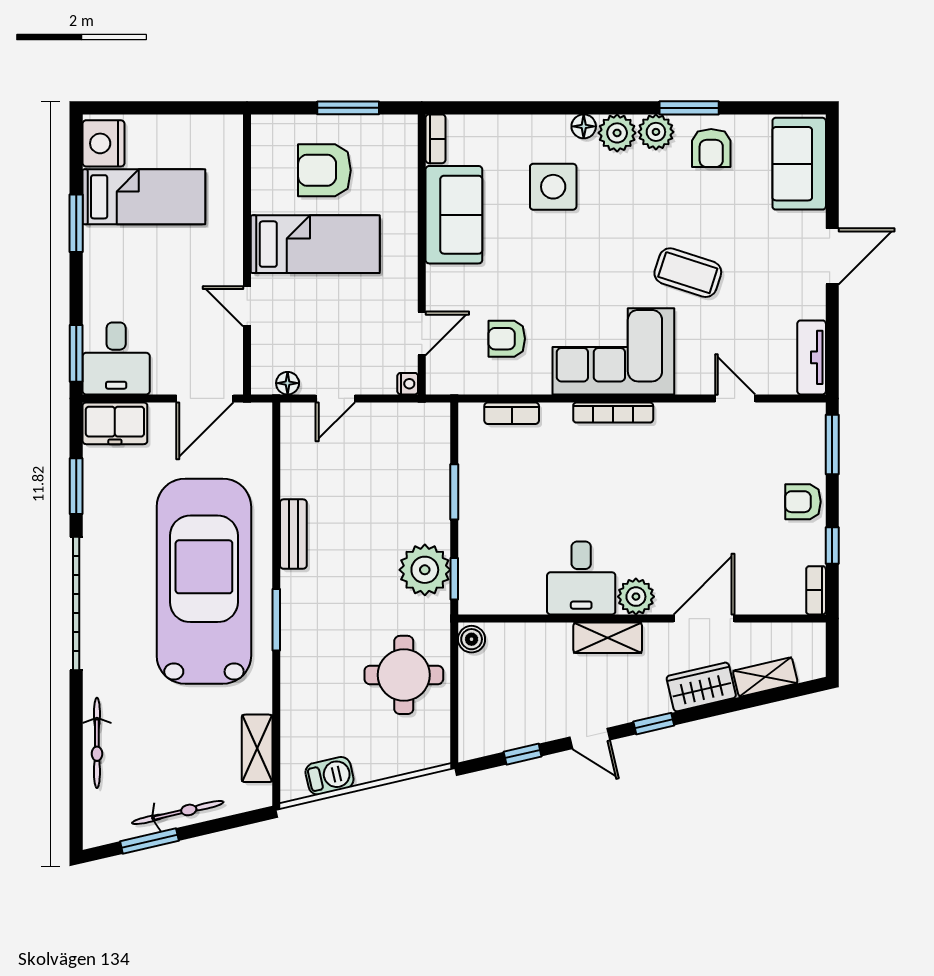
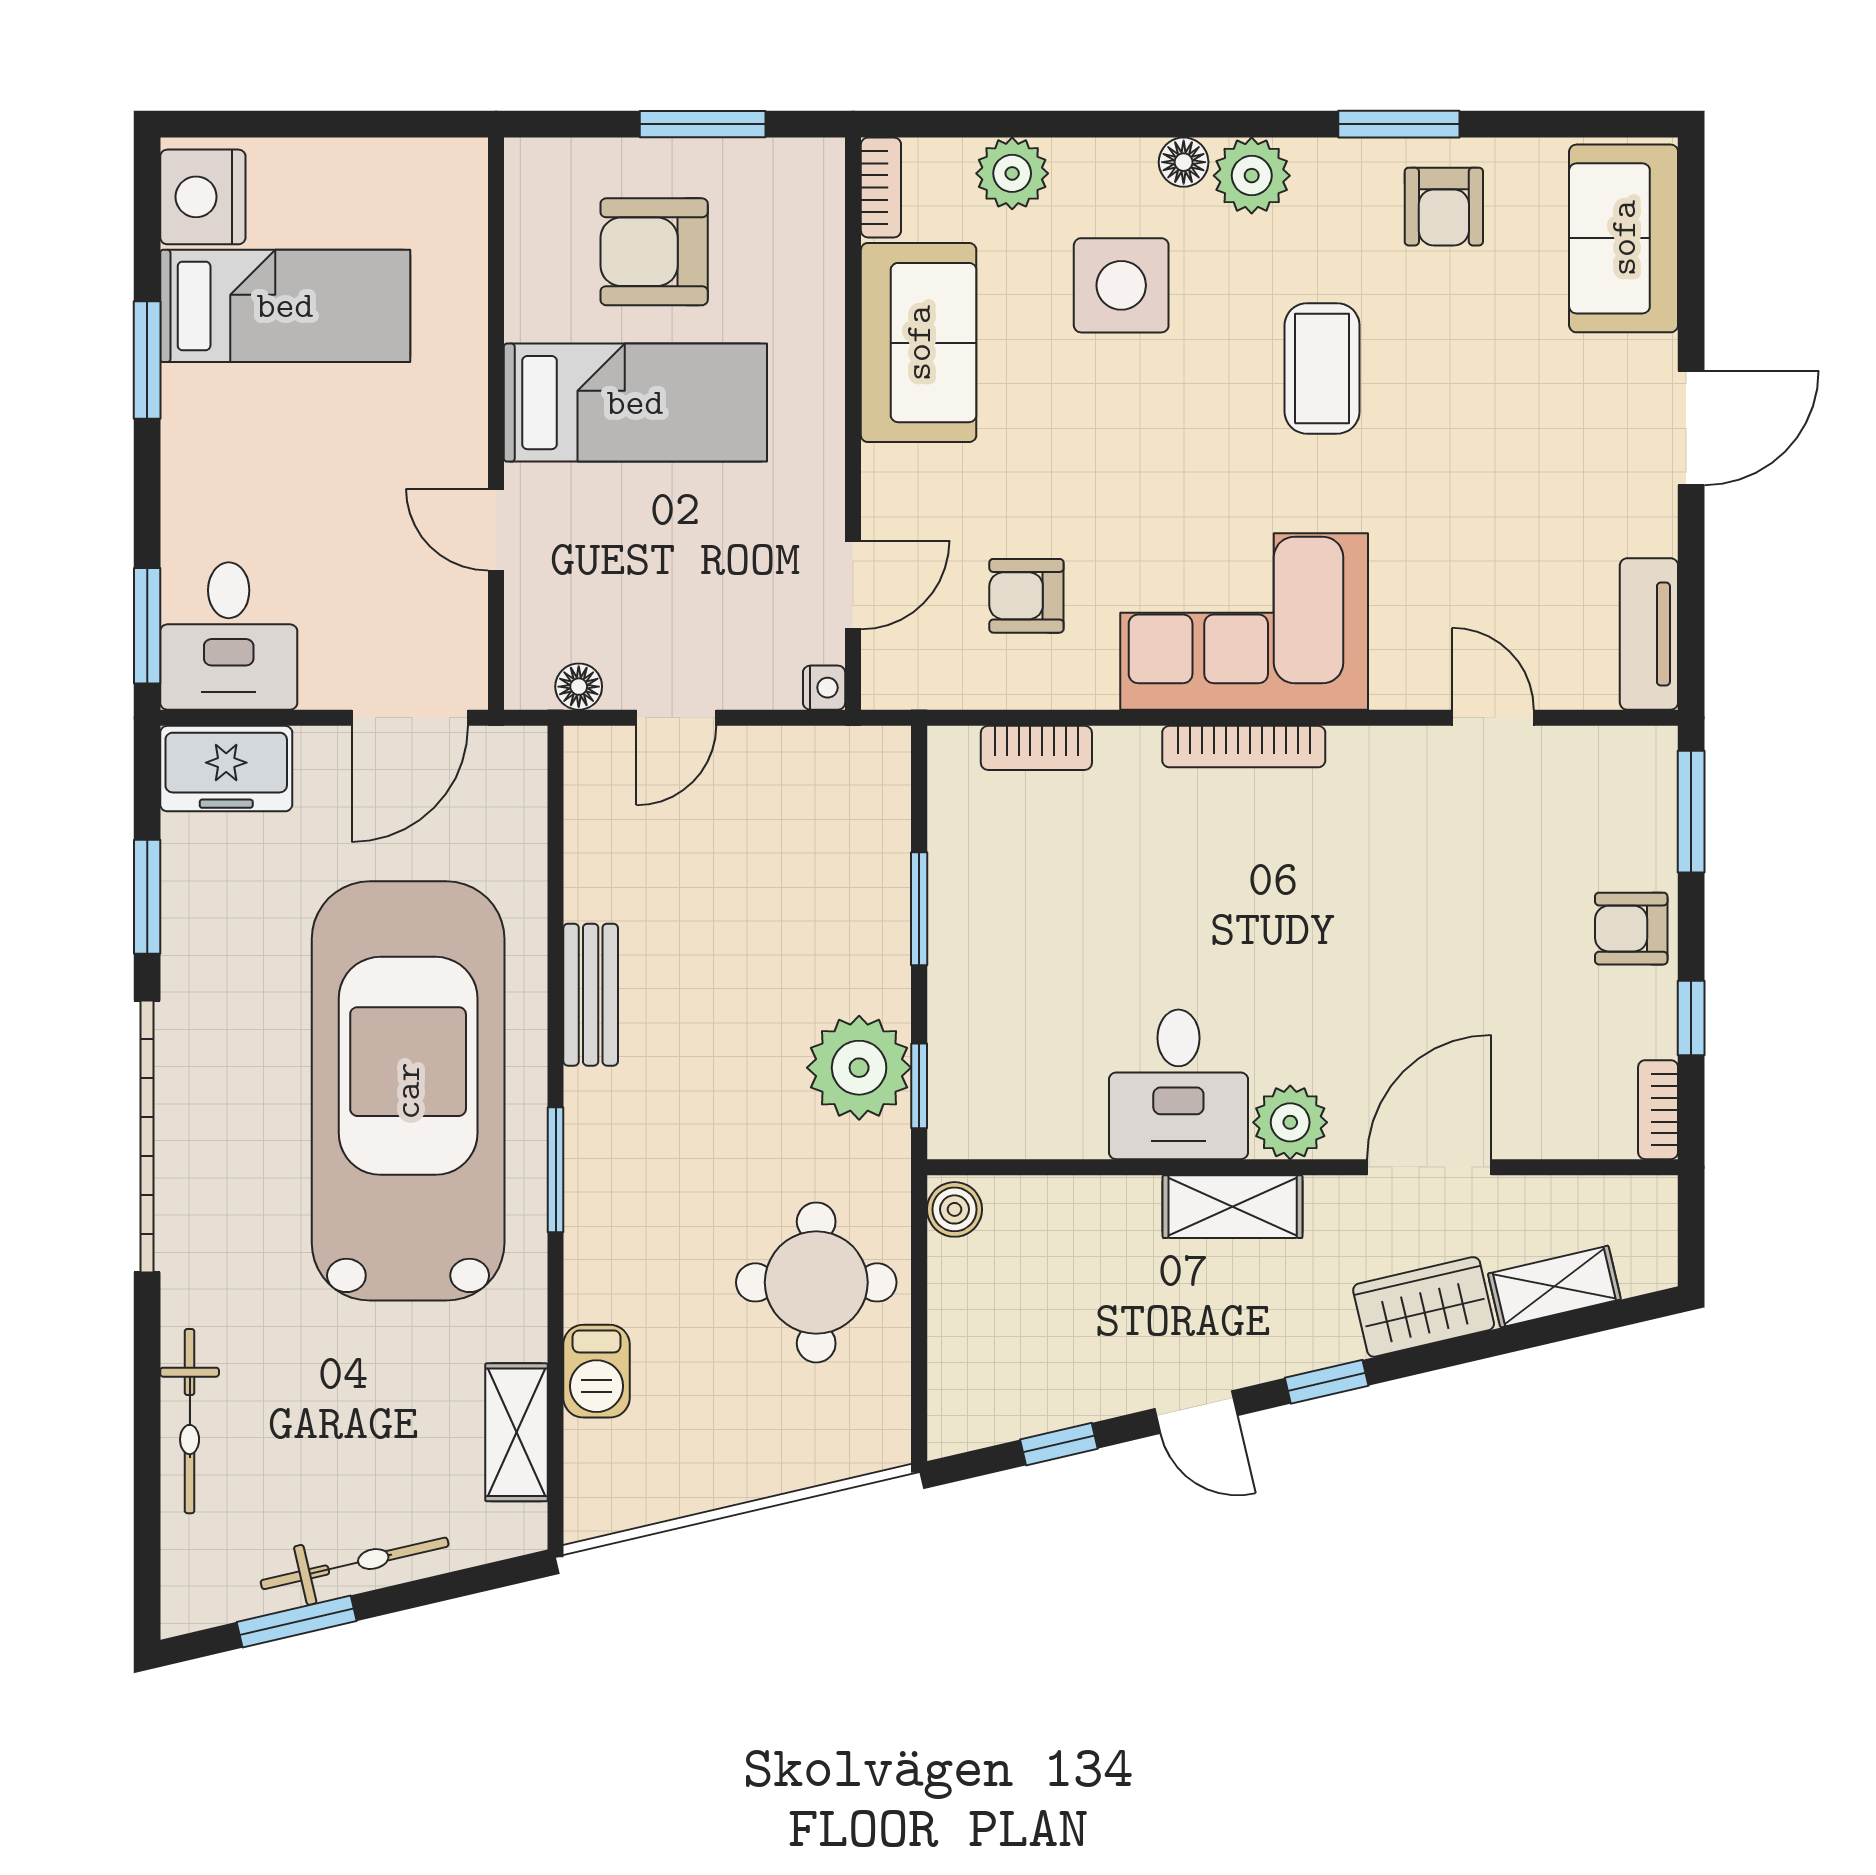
plant: (656, 132) -> (1012, 173), moved
coffee table: (688, 273) -> (1322, 368), moved, turned 72
barbecue: (330, 776) -> (596, 1371), moved, turned 103

